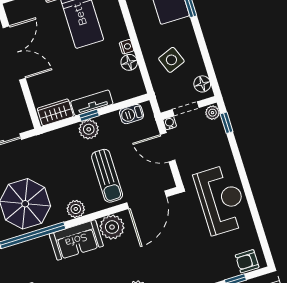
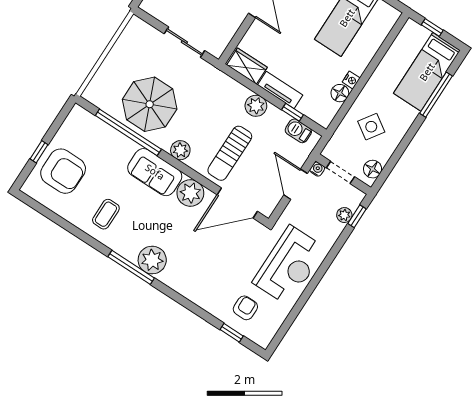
side table: (171, 60) -> (371, 127), turned -35
plant: (212, 113) -> (344, 215), moved
window: (89, 115) -> (293, 112), moved
armchair: (247, 261) -> (245, 308), moved, turned 90

